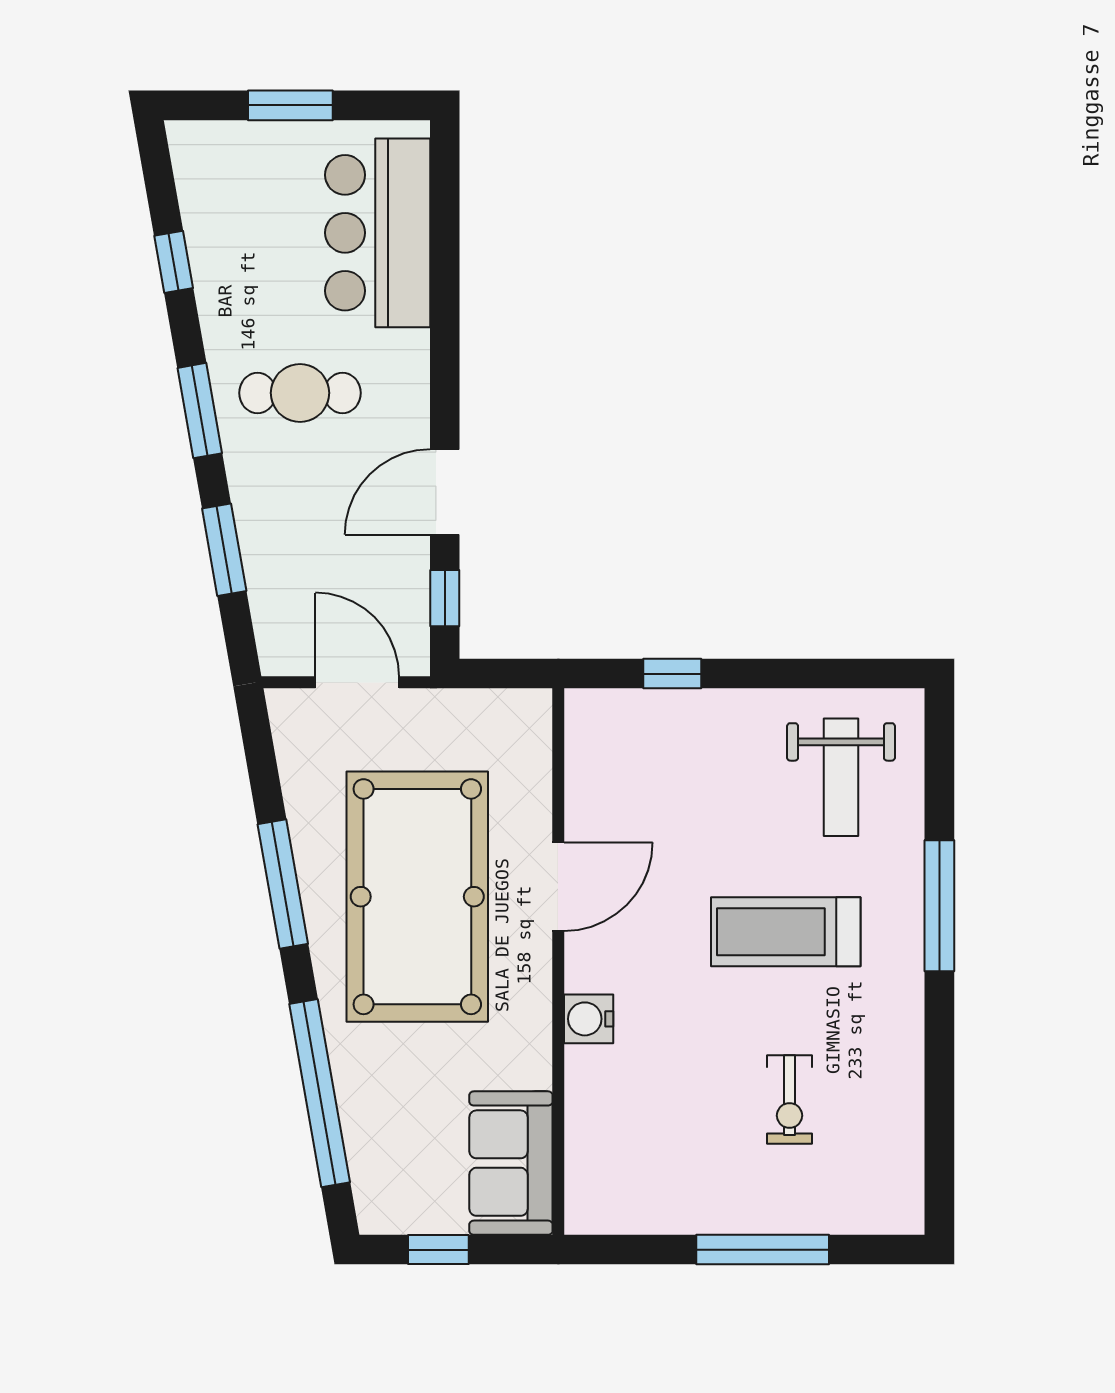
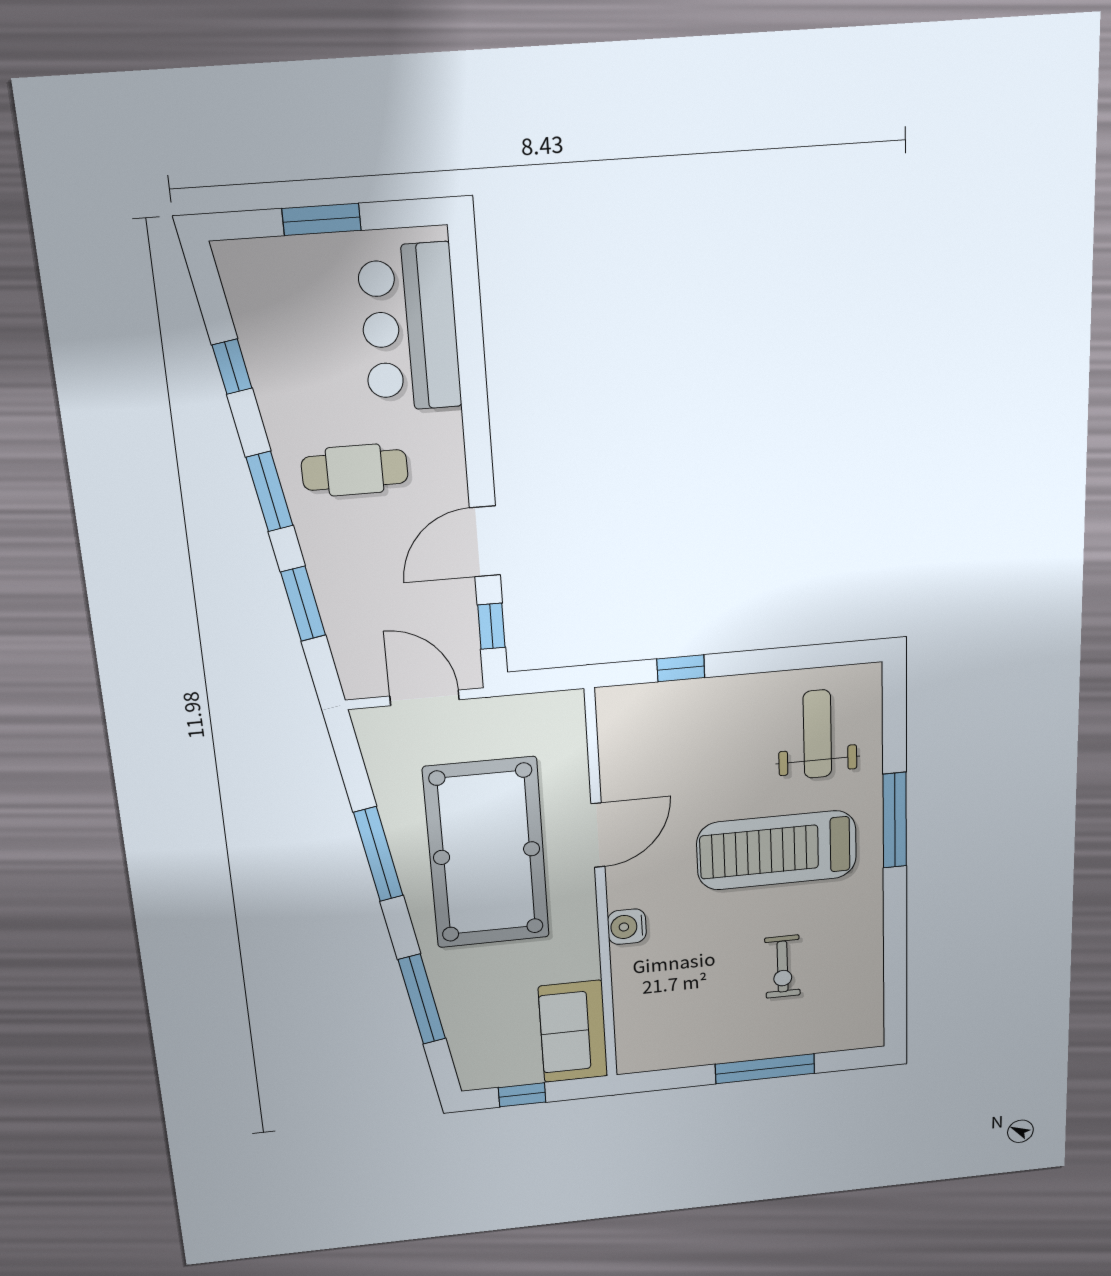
weight bench: (841, 777) -> (817, 734), turned 180
treadmill: (786, 932) -> (777, 850), width x1.37, depth x1.38
window: (320, 1093) -> (422, 999), width x0.68

